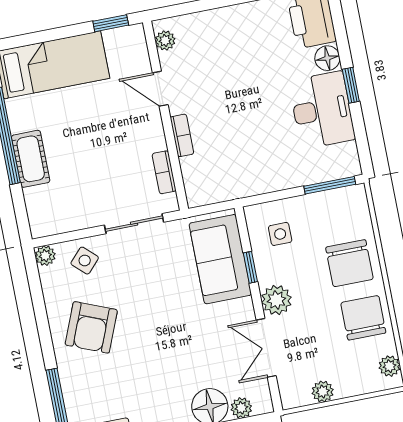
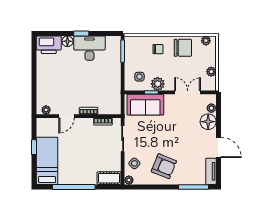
window: (111, 23) -> (34, 147), moved
cot: (31, 159) -> (109, 178), moved
chair: (349, 263) -> (158, 49), width x0.54, depth x0.54
plant: (276, 300) -> (158, 84), moved
chair: (363, 318) -> (183, 48), turned 180
double door: (266, 348) -> (188, 92), swing flipped

